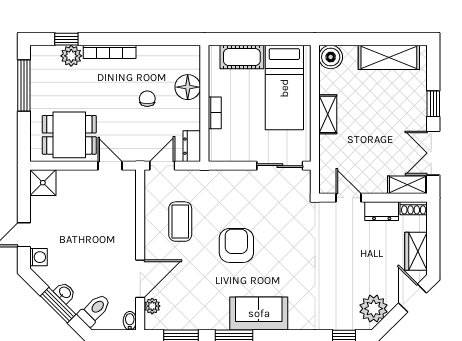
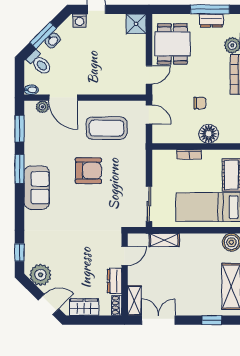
window: (433, 104) -> (212, 320), moved
shelving: (328, 114) -> (164, 240), moved
dresser: (192, 146) -> (211, 20), moved, turned 180
coffee table: (180, 222) -> (107, 128), width x1.36, depth x1.32

